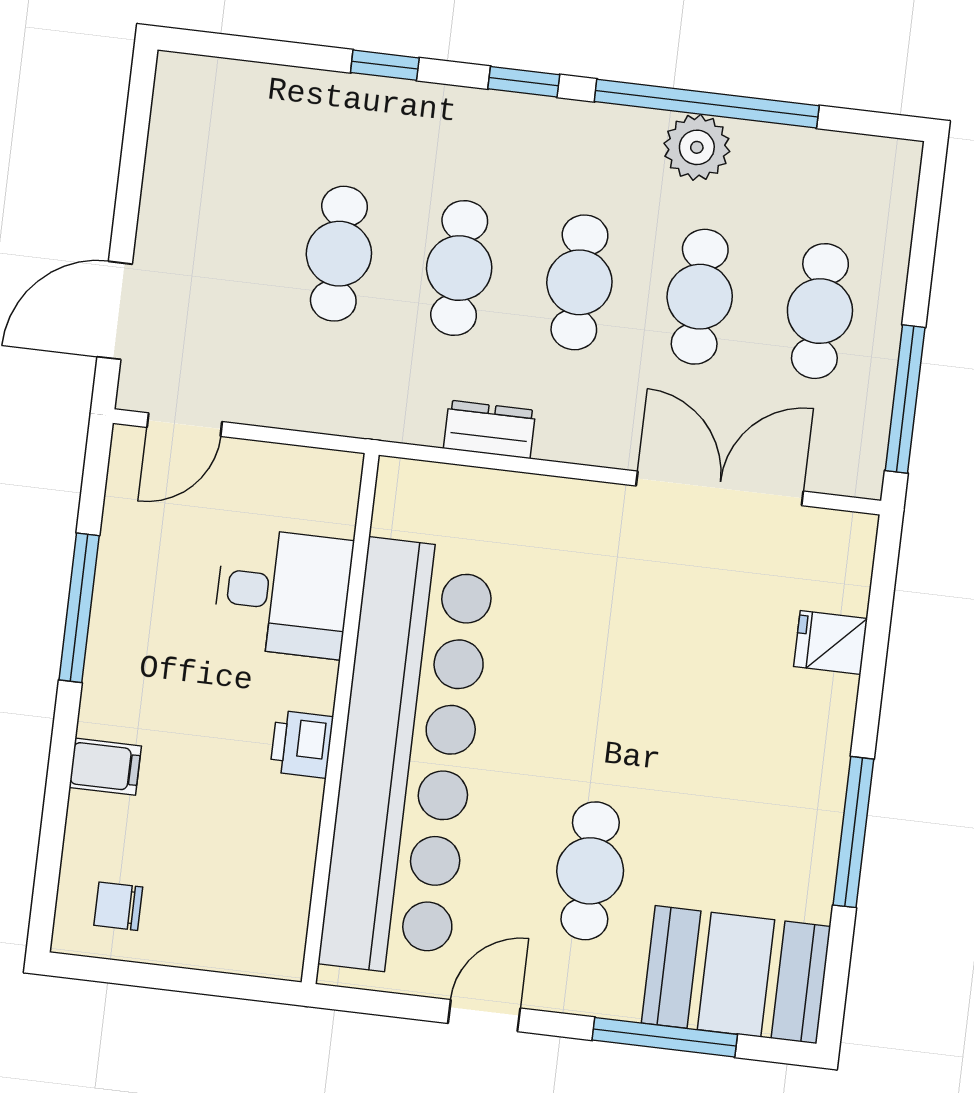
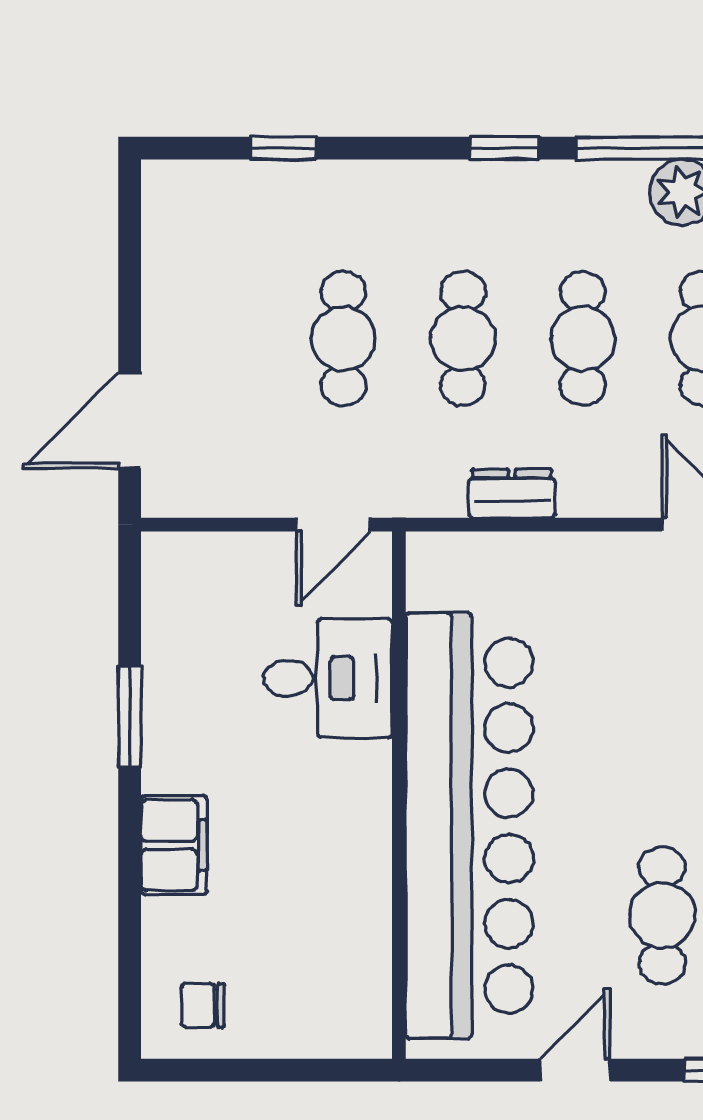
window: (385, 65) -> (284, 148), moved
door: (184, 425) -> (333, 525), moved
window: (79, 608) -> (130, 717), width x0.69
printer: (302, 744) -> (364, 825), removed
filing cabinet: (105, 767) -> (174, 845), width x2.00

